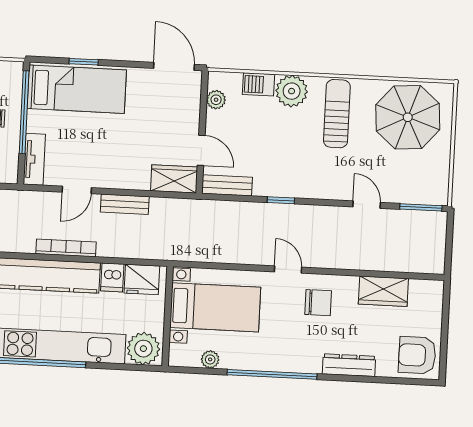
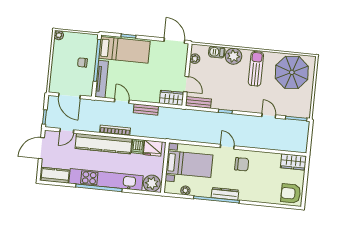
tv unit: (34, 159) -> (102, 79), width x1.41
door: (77, 190) -> (122, 101), swing flipped
wardrobe: (383, 291) -> (293, 162), moved
dresser: (349, 365) -> (225, 194), moved

